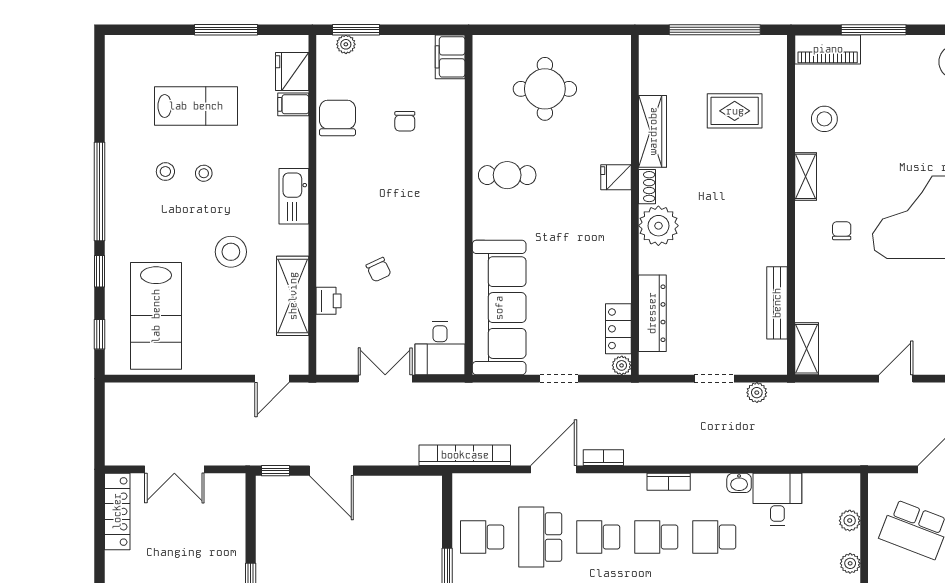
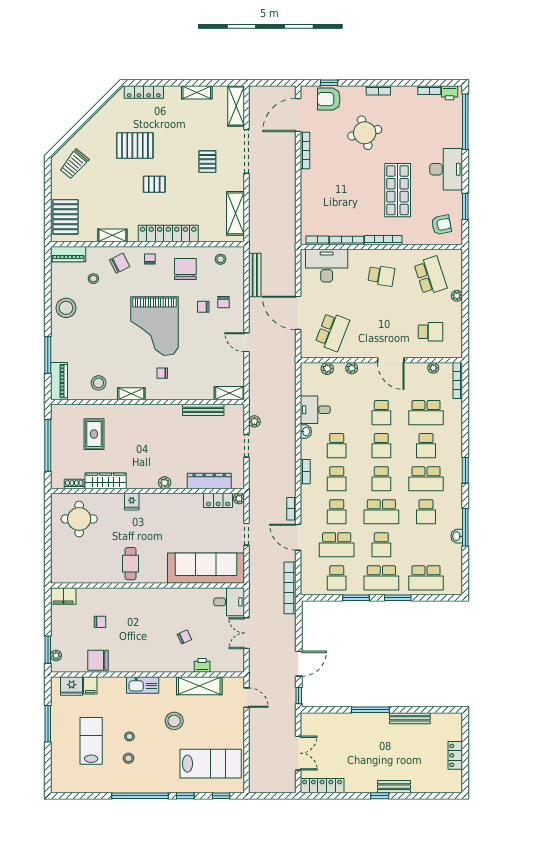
round table: (545, 89) -> (79, 519), moved
shoe rack: (647, 187) -> (74, 484), moved
plant: (658, 226) -> (165, 483), width x0.53, depth x0.53

